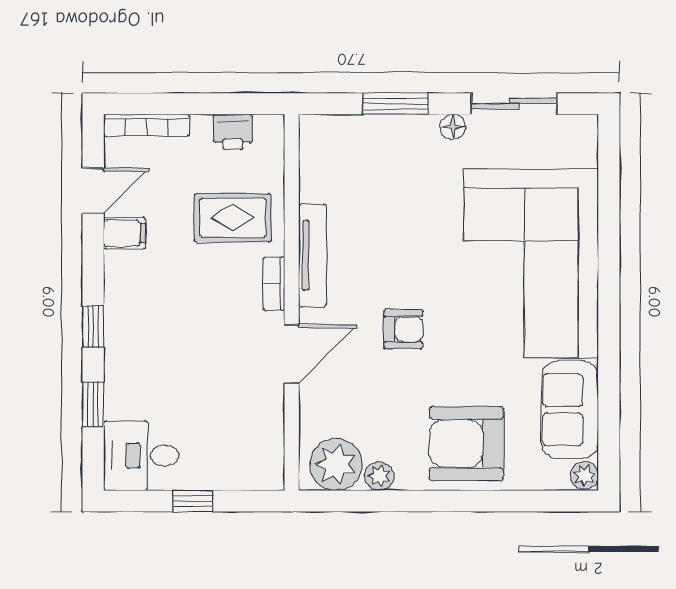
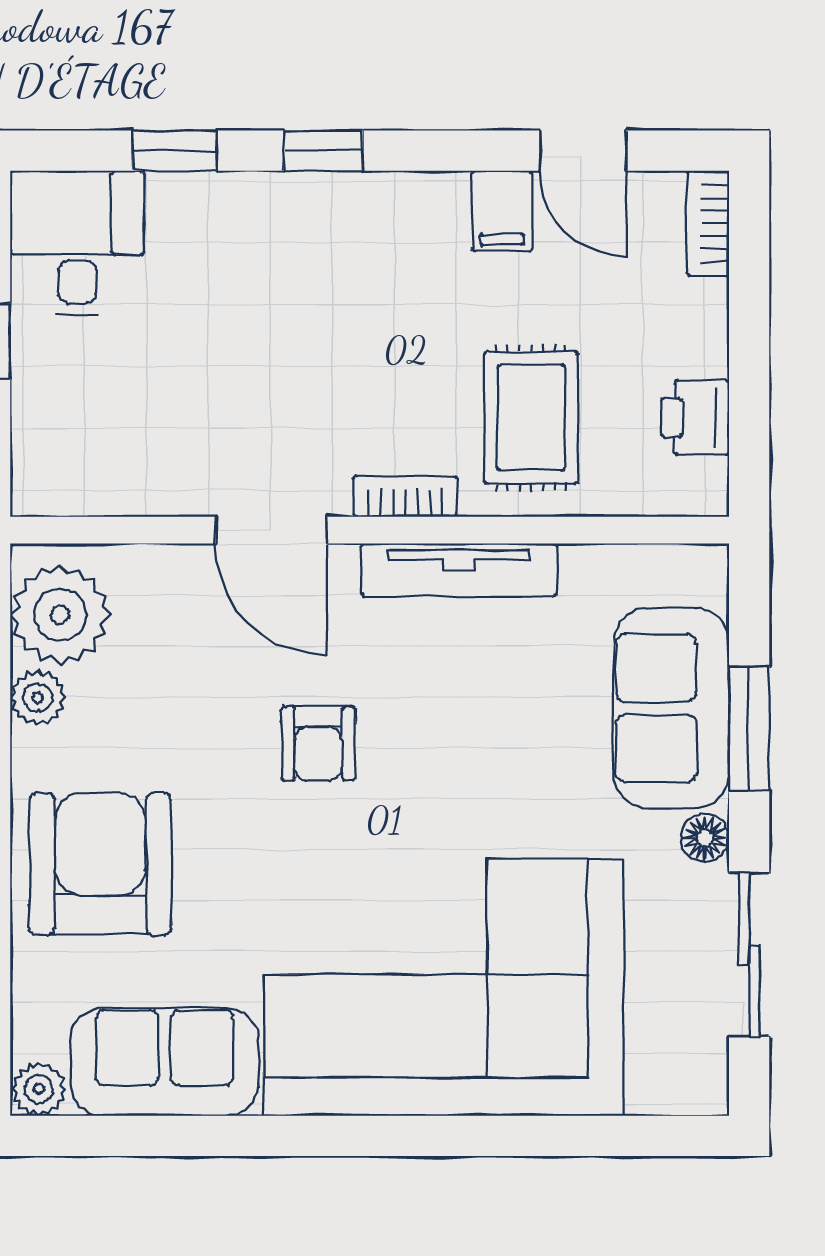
bookcase: (146, 125) -> (708, 223), width x0.64
sofa: (385, 145) -> (671, 708), added

